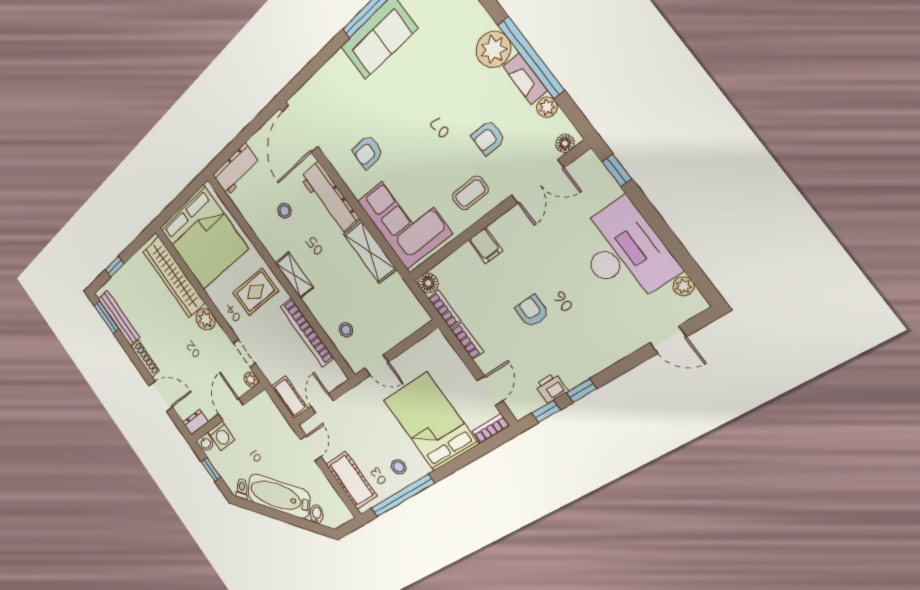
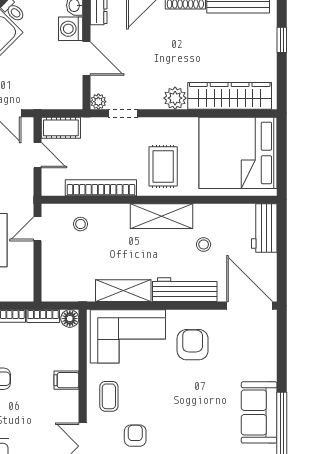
armchair: (368, 152) -> (193, 345), width x1.38, depth x1.38
shelving: (294, 275) -> (161, 216), width x1.50, depth x1.33

